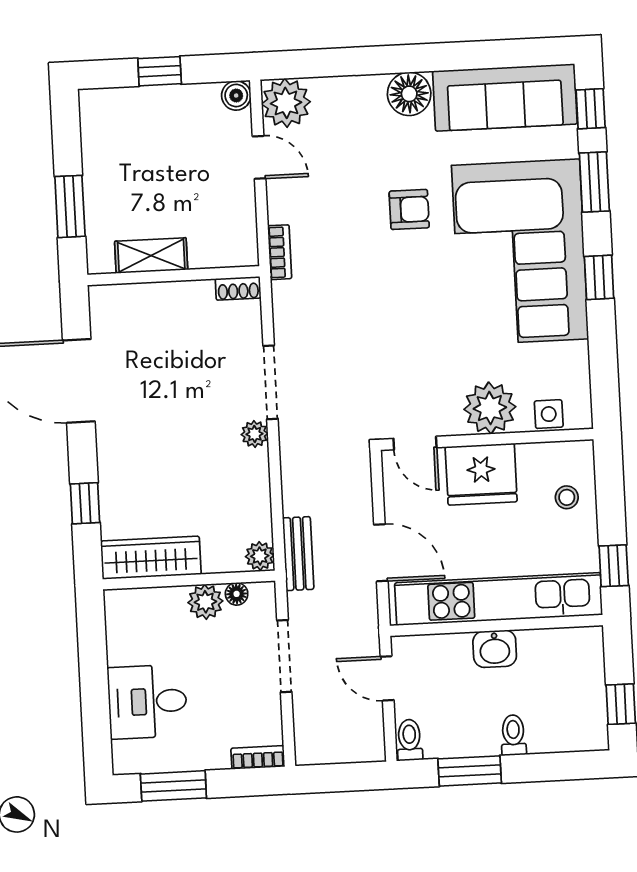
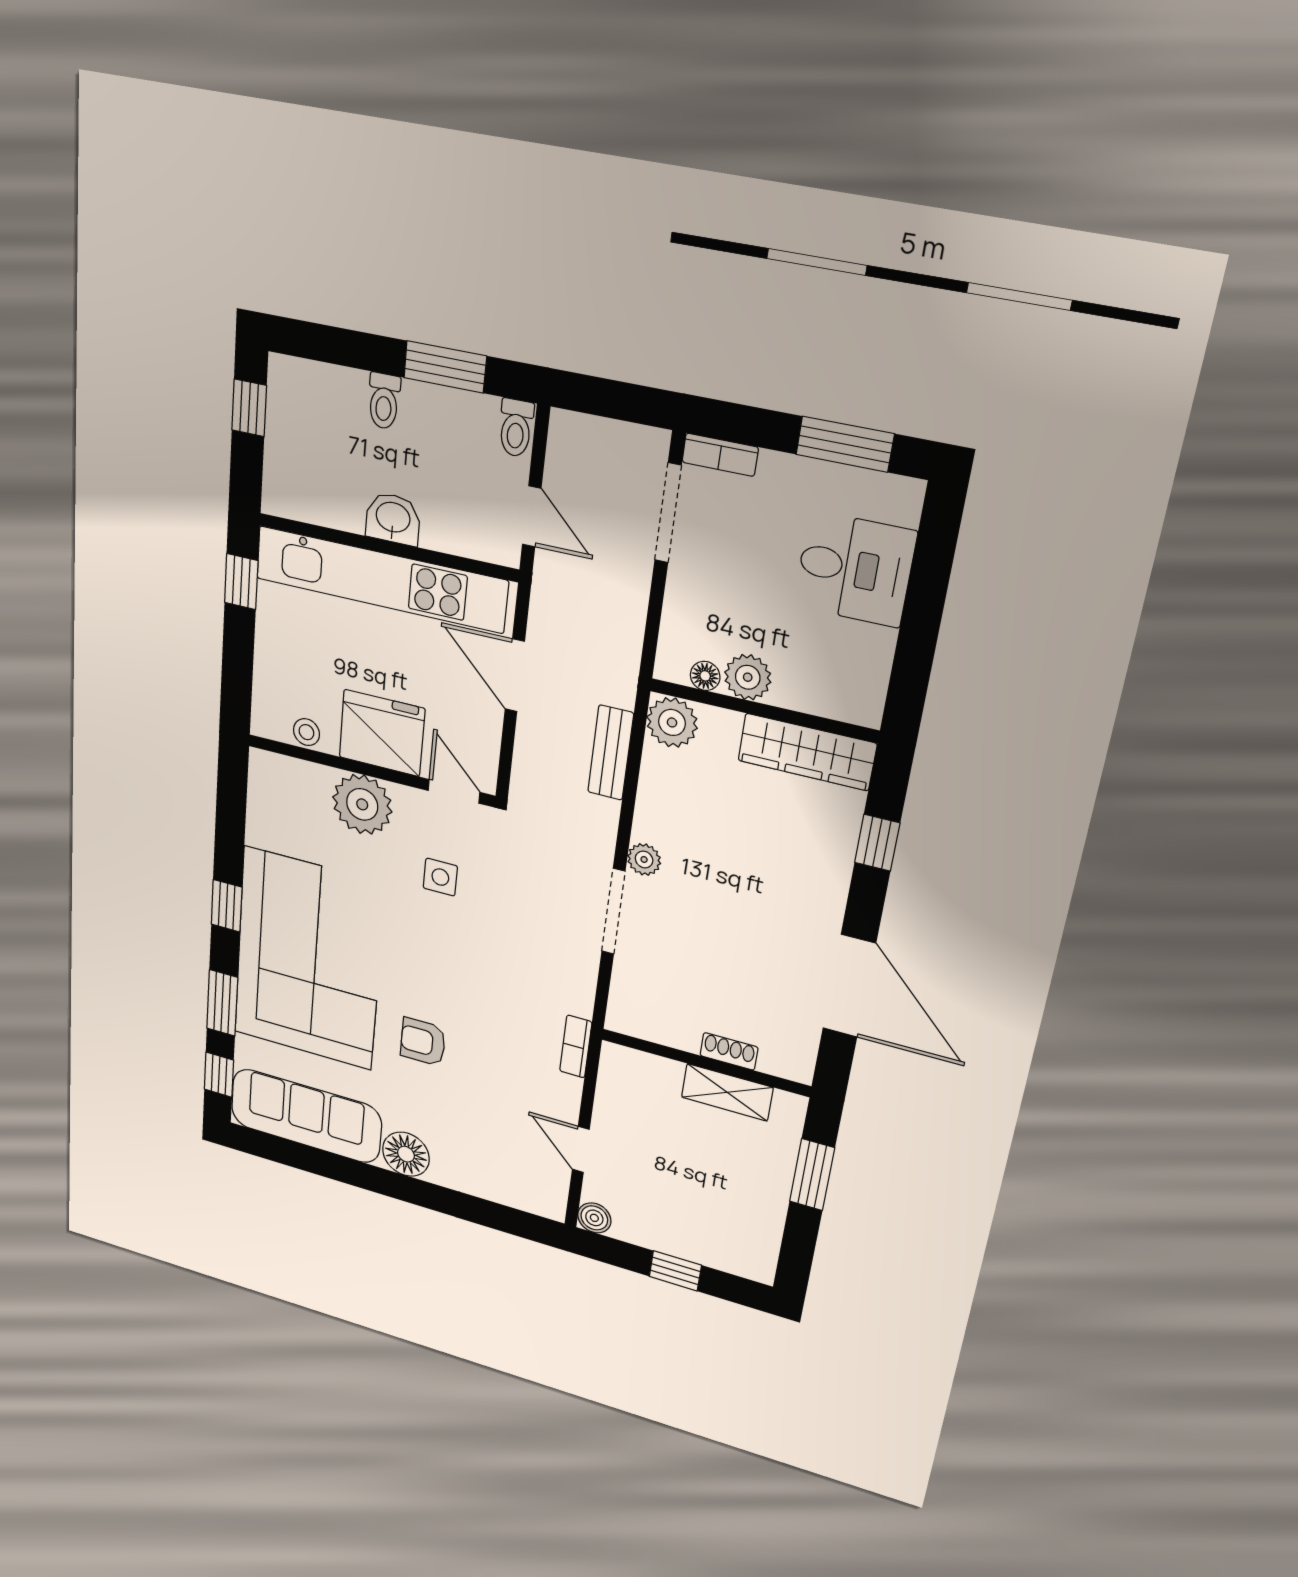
plant: (286, 103) -> (541, 1192), removed
shoe rack: (238, 288) -> (729, 1051), moved
side table: (549, 414) -> (440, 877), moved
stool: (567, 497) -> (306, 732), moved
bench: (298, 554) -> (611, 753), moved
plant: (260, 556) -> (672, 723), width x1.38, depth x1.38
doorway: (284, 656) -> (668, 513), moved

